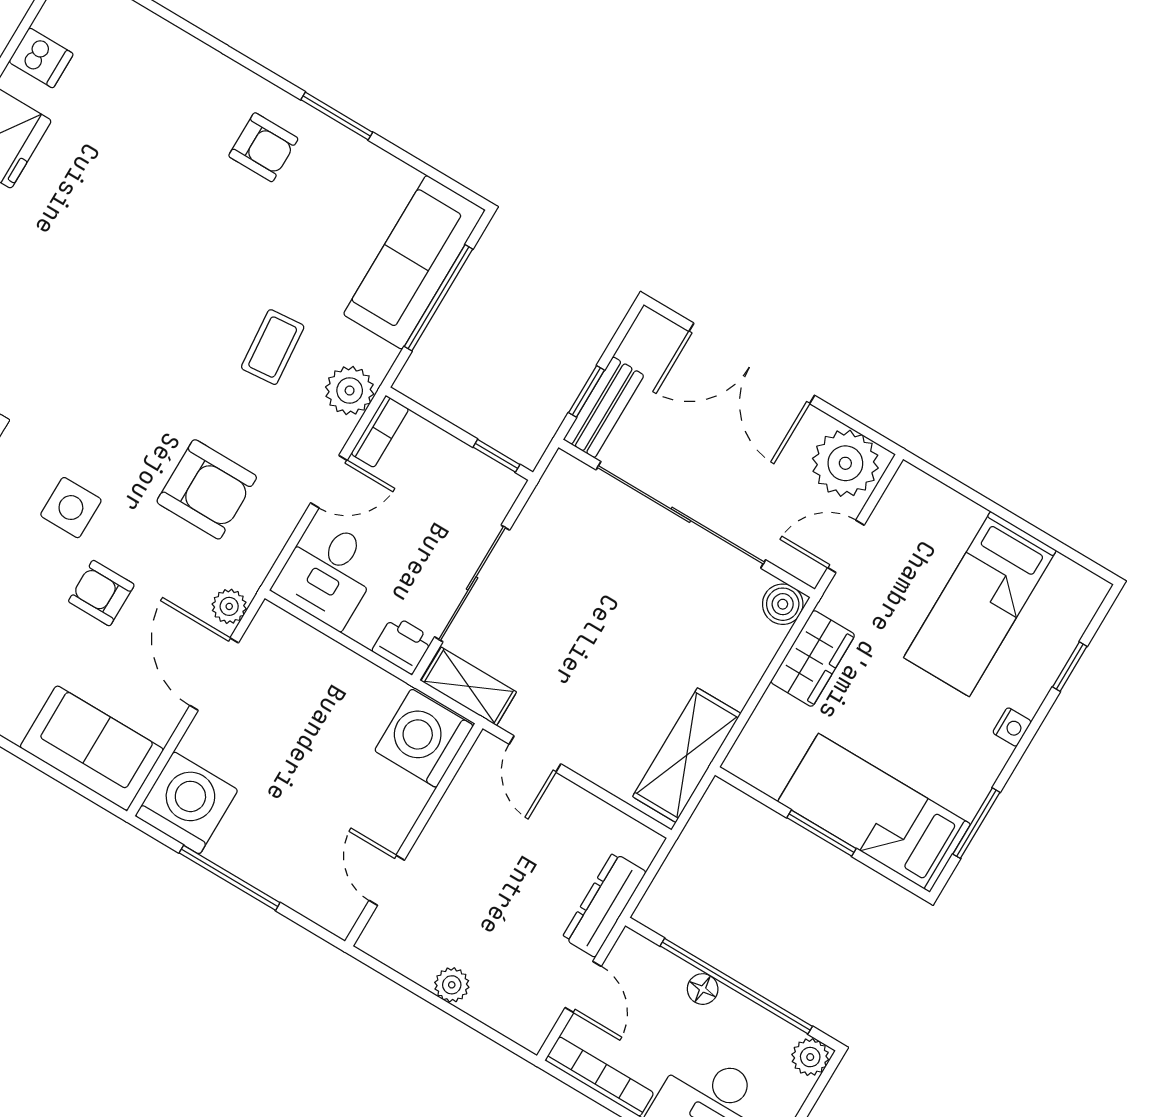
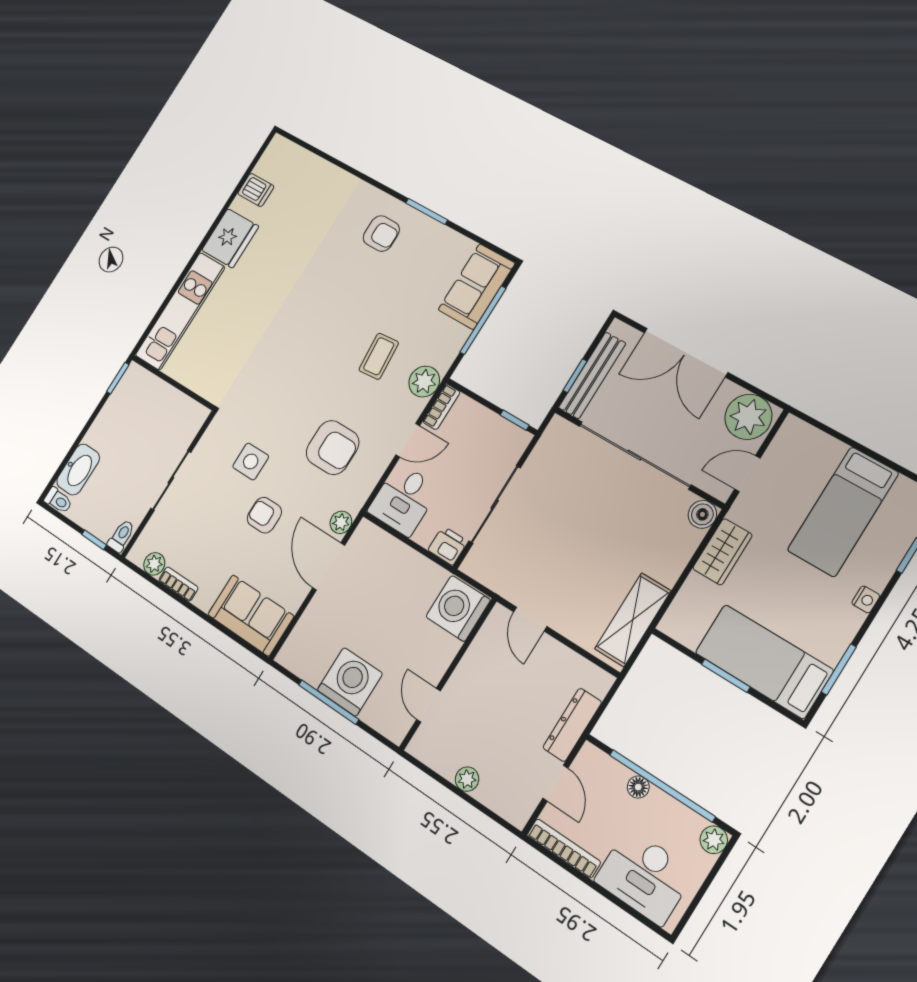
sofa: (414, 262) -> (477, 287), width x0.73
bench: (604, 407) -> (592, 375), width x1.36
shelving: (469, 686) -> (489, 573), removed
washing machine: (187, 803) -> (350, 682), moved

